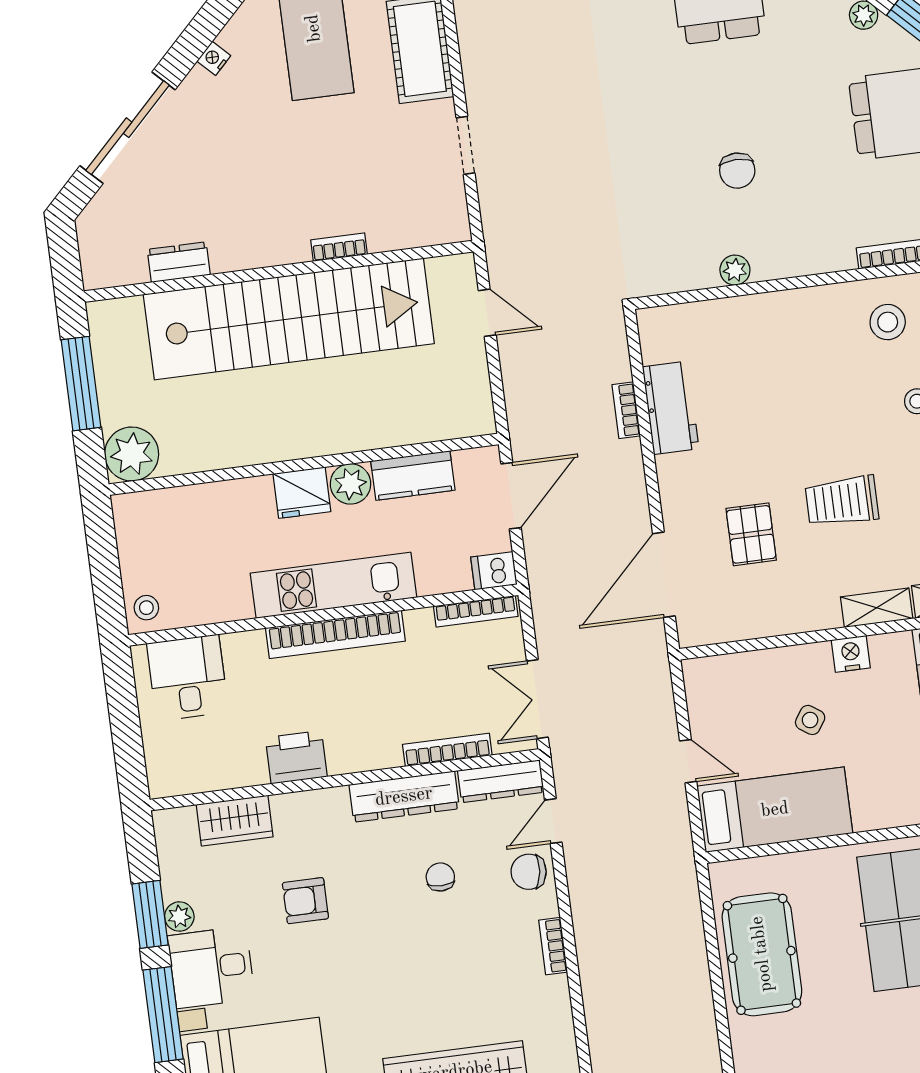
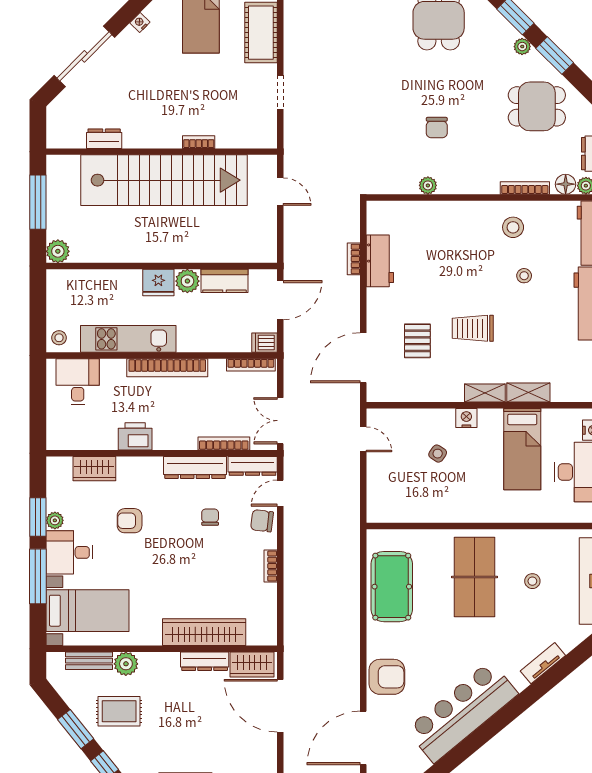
plant: (132, 454) -> (58, 251), width x0.73, depth x0.73
kitchen unit: (333, 585) -> (128, 339), moved
door: (688, 761) -> (363, 439), moved
bed: (775, 810) -> (410, 503), removed

